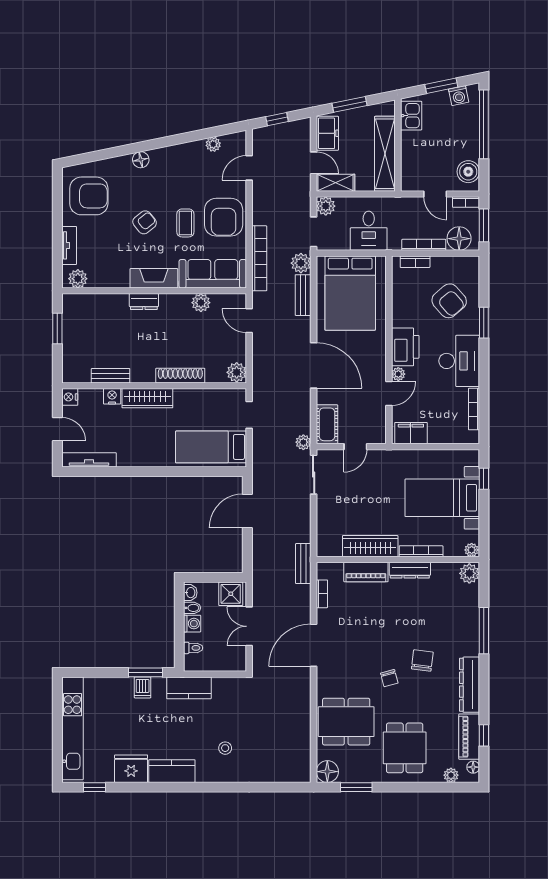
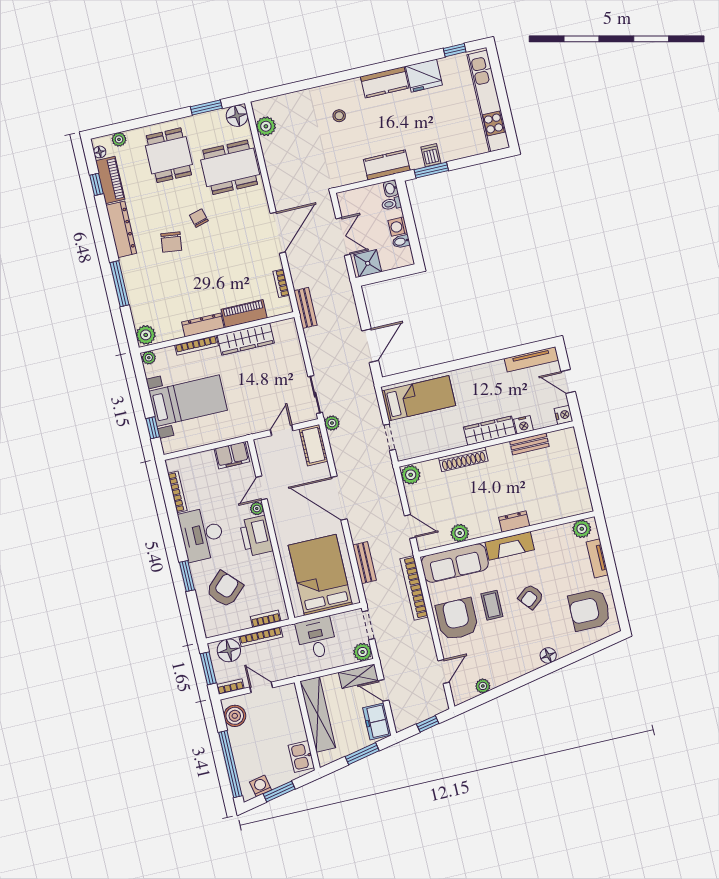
plant: (301, 263) -> (266, 126), moved
armchair: (449, 301) -> (225, 589), turned 87
window: (57, 329) -> (590, 477), removed
washbasin: (190, 593) -> (391, 188), moved

